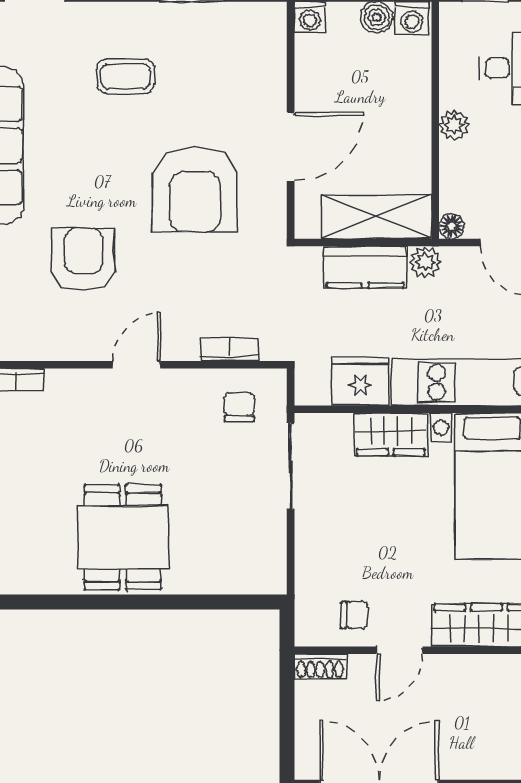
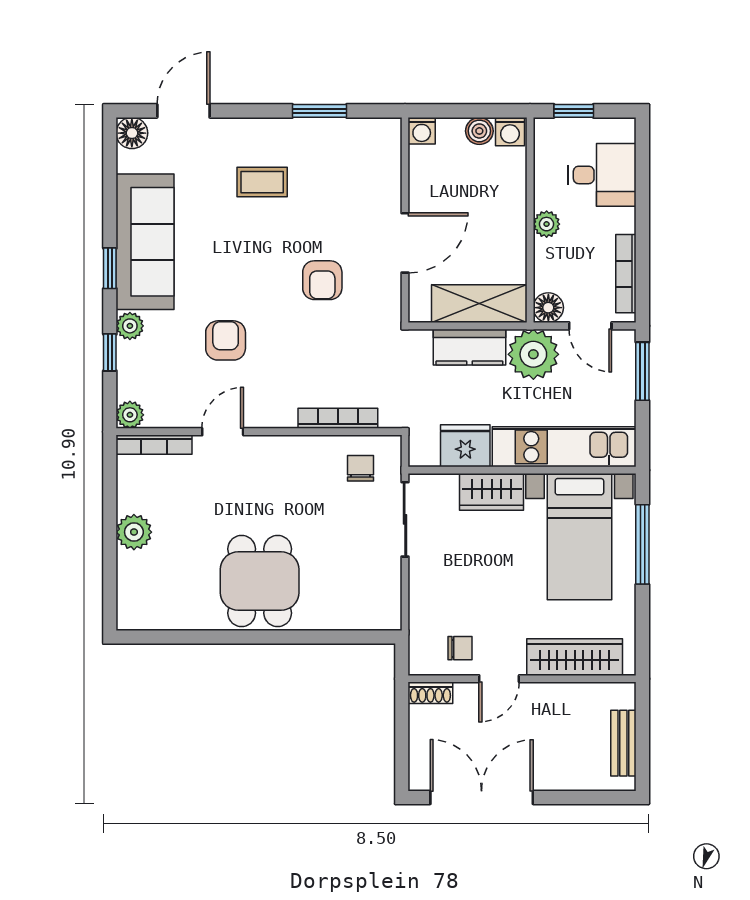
armchair: (195, 190) -> (322, 280), width x0.53, depth x0.53
floor lamp: (452, 226) -> (548, 308), width x1.37, depth x1.37
armchair: (83, 259) -> (226, 340), width x0.72, depth x0.72
plant: (425, 262) -> (533, 354), width x1.87, depth x1.87
bookcase: (230, 349) -> (338, 418), width x1.56
door: (137, 365) -> (223, 432), moved

